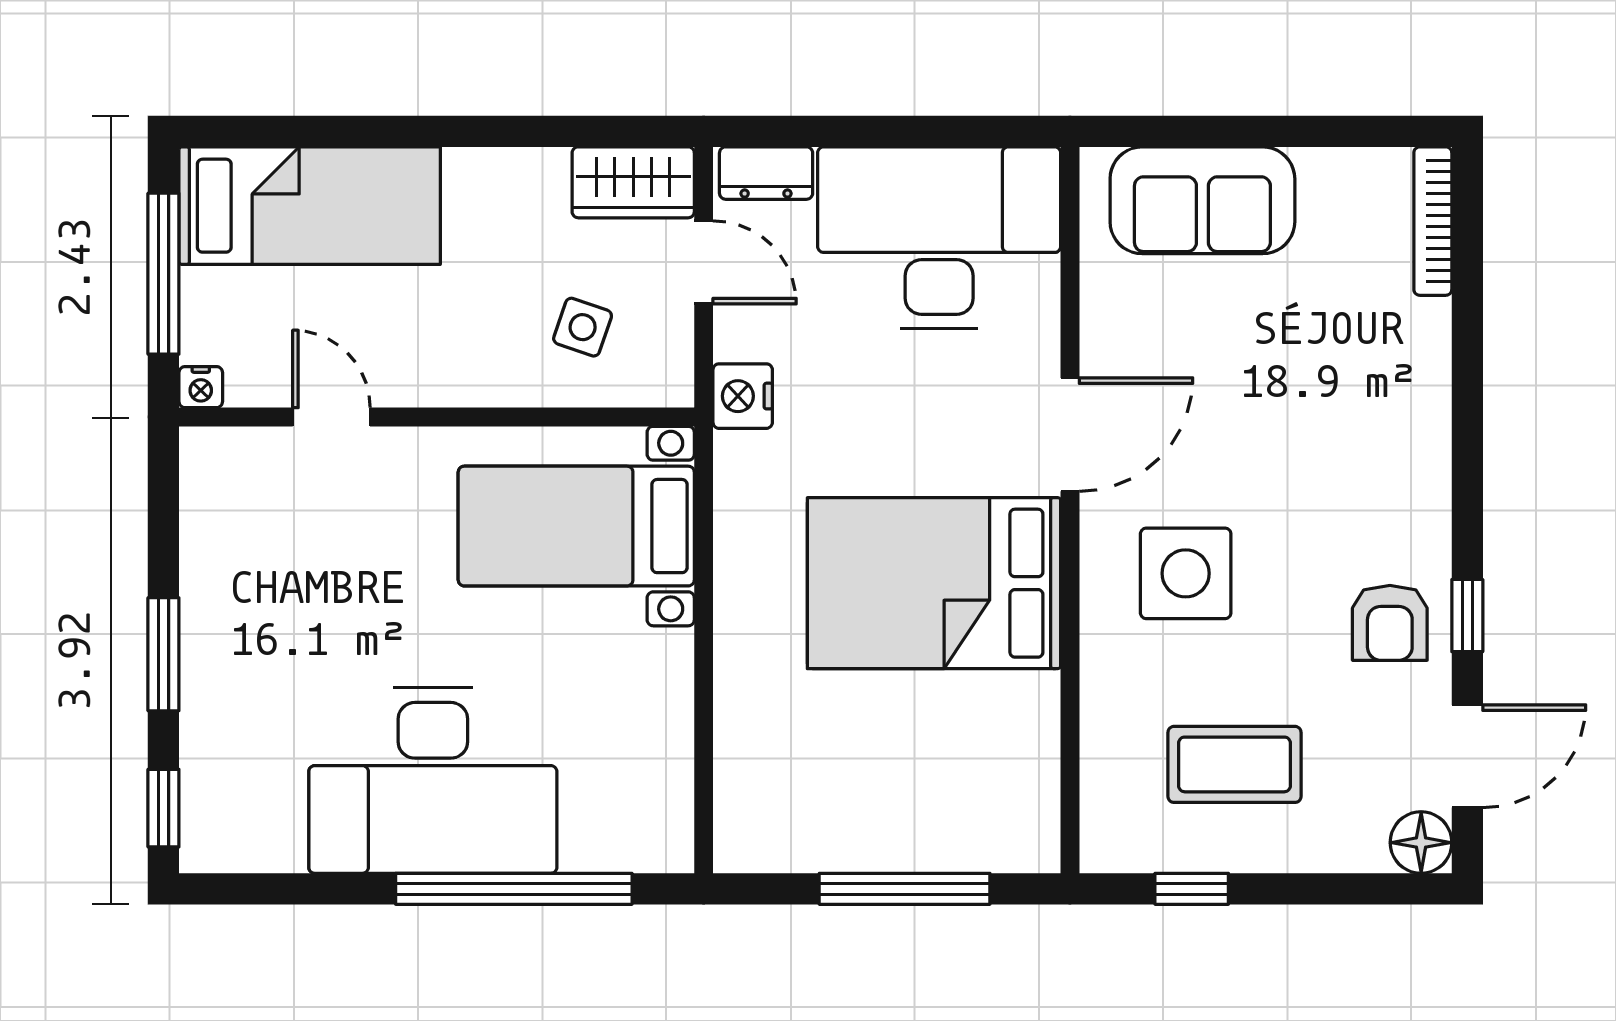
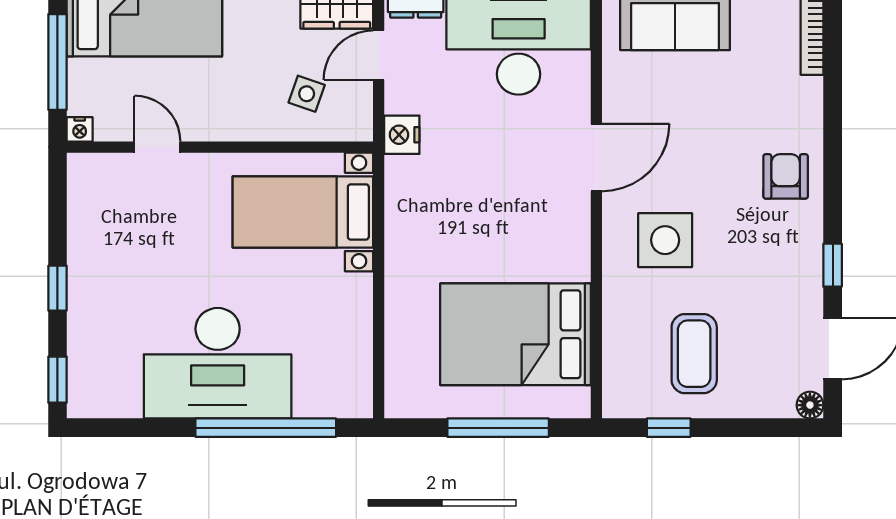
door: (704, 262) -> (379, 55), swing flipped
bed: (934, 583) -> (516, 334), moved
armchair: (1390, 623) -> (786, 176), moved, turned 180
window: (163, 654) -> (57, 288), width x0.67
coffee table: (1235, 764) -> (694, 354), turned 90
floor lamp: (1421, 843) -> (810, 405), width x0.73, depth x0.73

